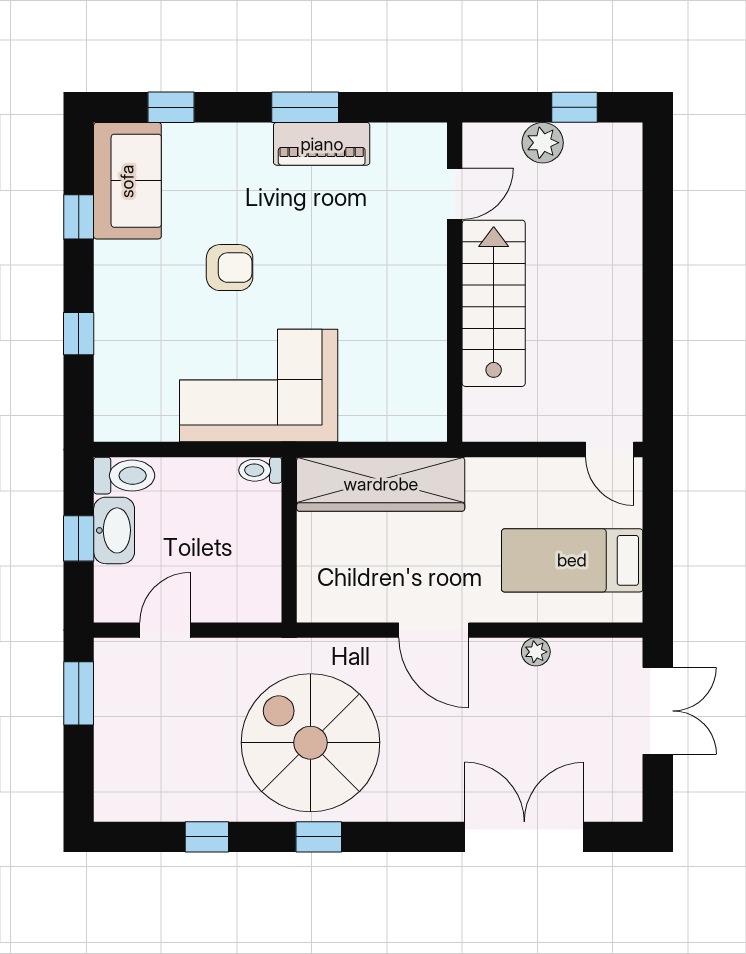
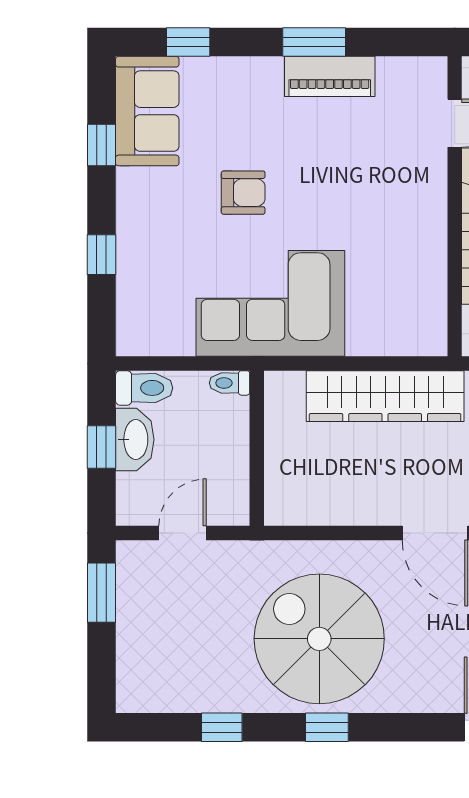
toilet: (260, 470) -> (230, 383), moved
wall: (289, 540) -> (257, 448), moved

